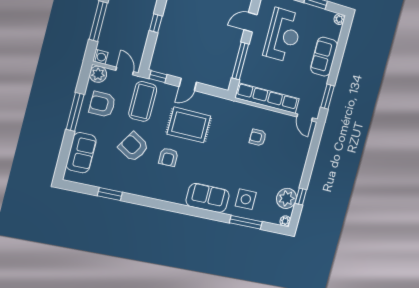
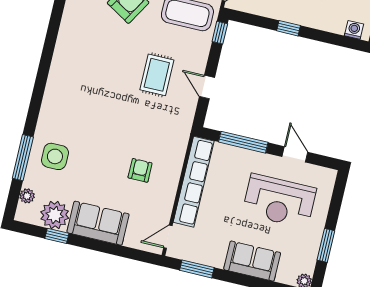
door: (188, 84) -> (207, 87), moved
rug: (189, 125) -> (157, 75), width x0.73, depth x0.70
armchair: (168, 157) -> (114, 49), removed
sofa: (208, 198) -> (98, 223), moved, turned -90
plant: (285, 221) -> (27, 196), moved

